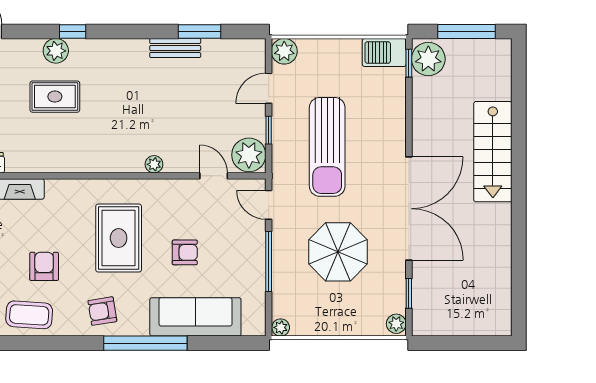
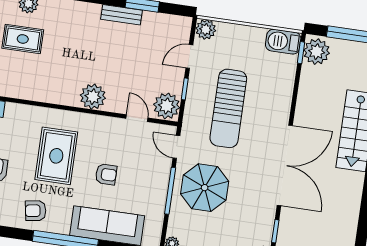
plant: (154, 164) -> (93, 97), width x1.88, depth x1.88
parasol: (338, 252) -> (205, 188), moved

